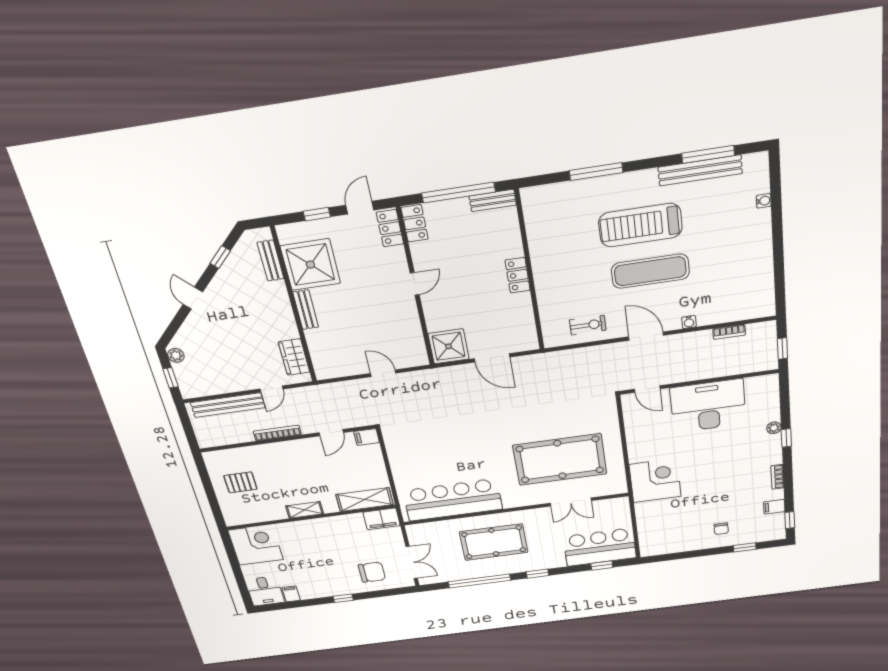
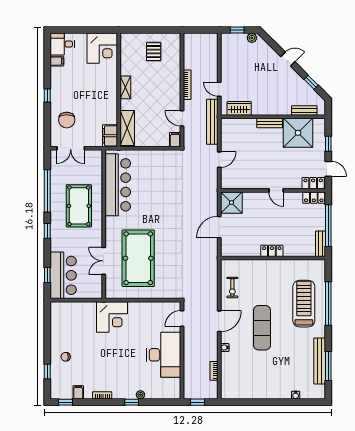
window: (596, 171) -> (328, 304), width x1.46
treadmill: (640, 225) -> (304, 304), moved
bench: (228, 405) -> (212, 122), moved

